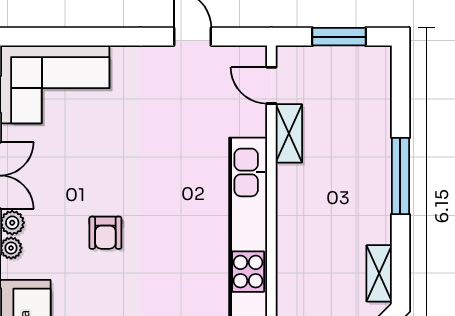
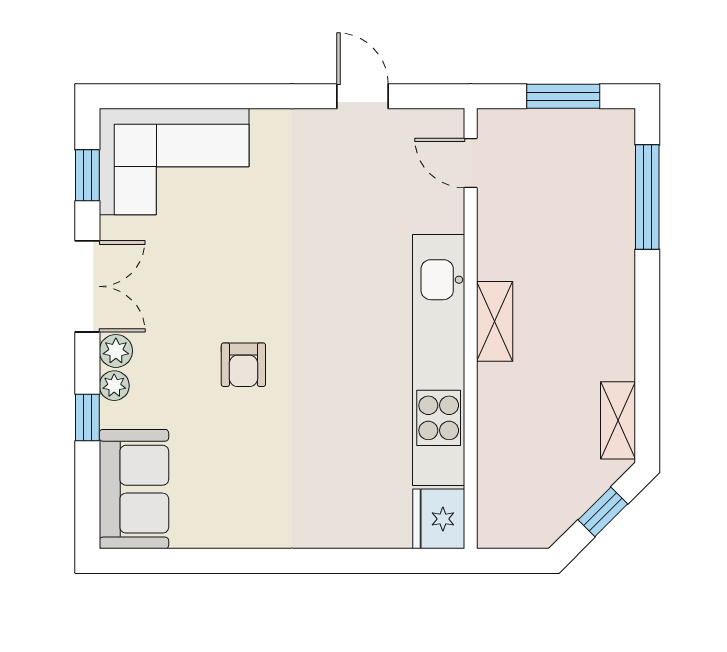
shelving: (289, 133) -> (495, 321), moved
window: (400, 176) -> (647, 197), moved

